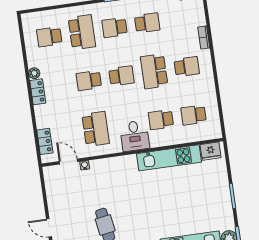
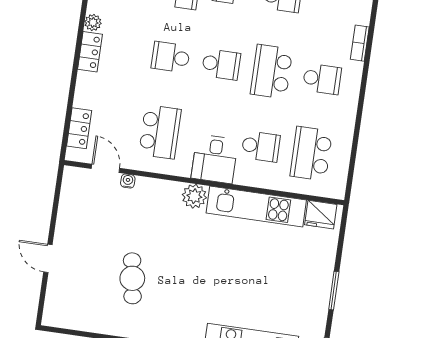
school desk: (194, 115) -> (311, 154), width x1.85
school desk: (161, 120) -> (261, 146), turned 180
plant: (129, 163) -> (194, 196), added

